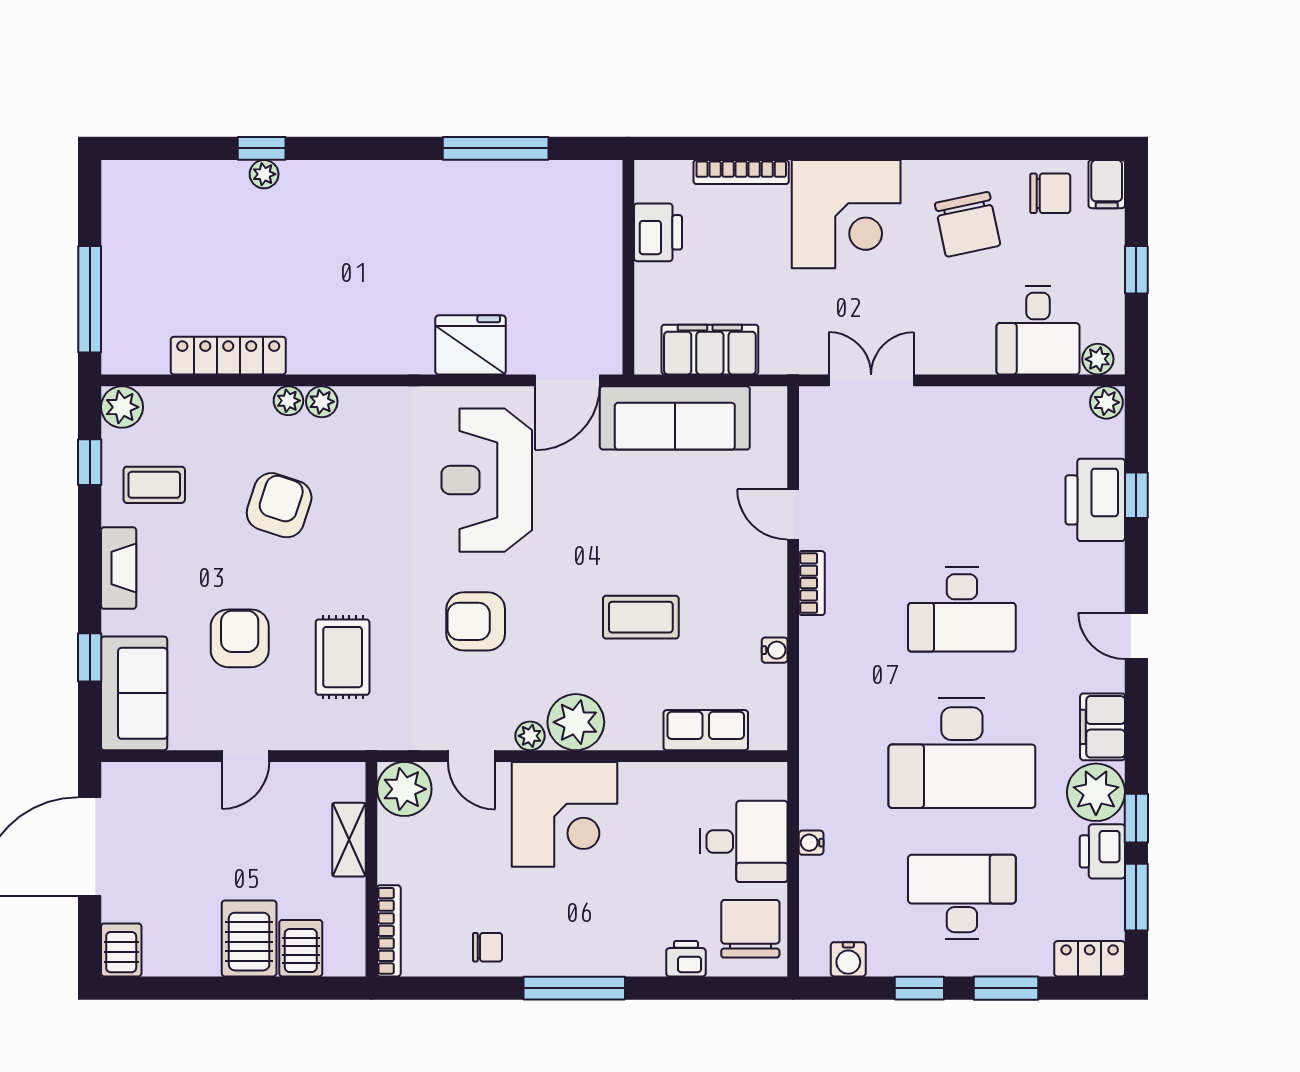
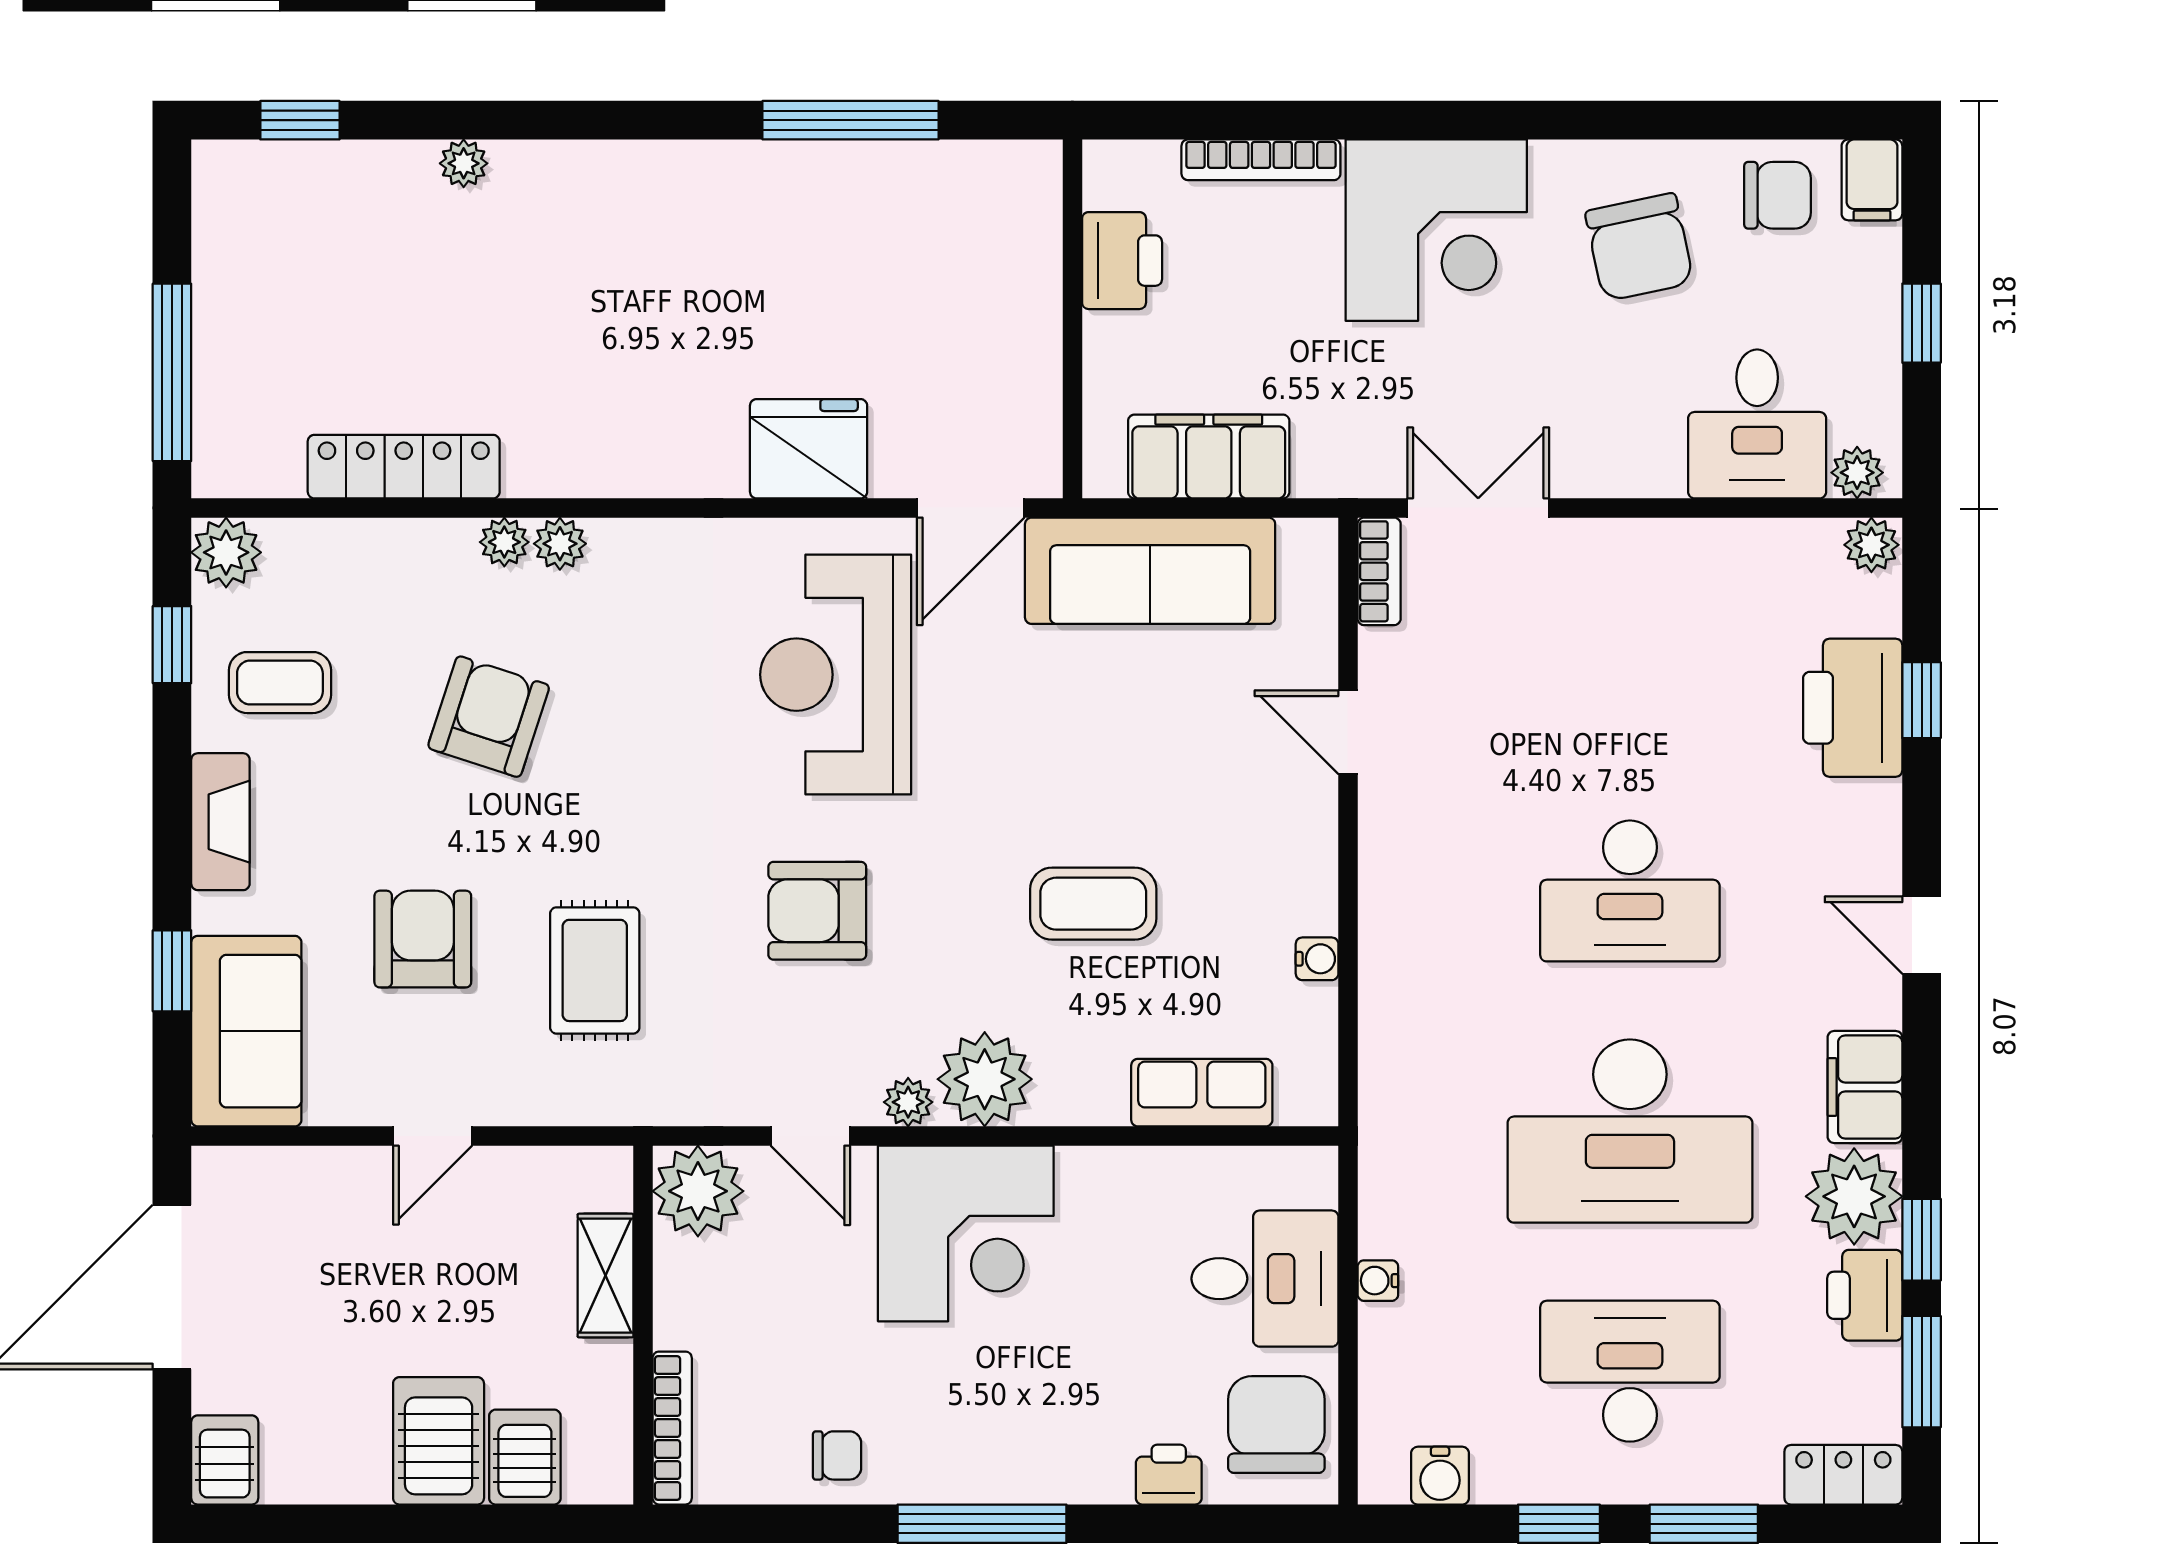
window: (262, 148) -> (300, 120), moved
bookcase: (812, 583) -> (1379, 571), moved

